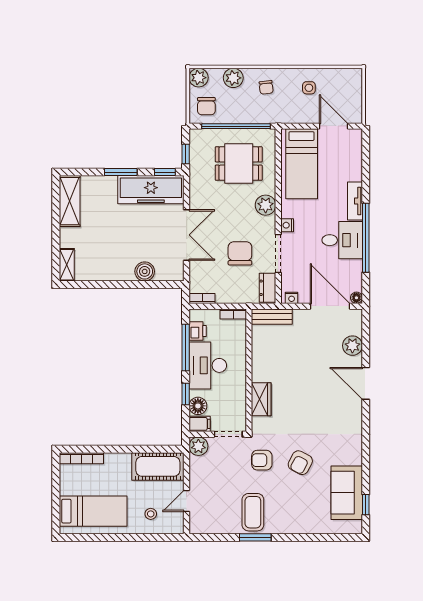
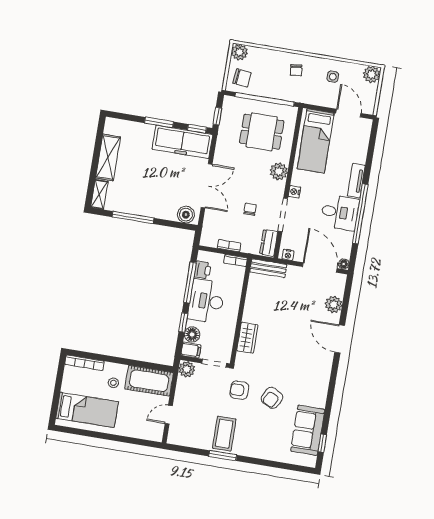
plant: (233, 78) -> (372, 74), moved
chair: (206, 106) -> (242, 78), turned -83
shelving: (70, 201) -> (108, 157), moved
chair: (240, 253) -> (250, 209), width x0.54, depth x0.54
boiler: (145, 271) -> (186, 215), moved
window: (109, 285) -> (133, 217), added
bookcase: (202, 298) -> (229, 246), moved
stool: (151, 514) -> (113, 383), moved

